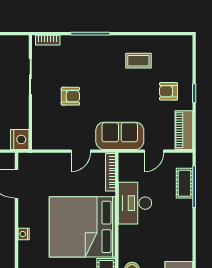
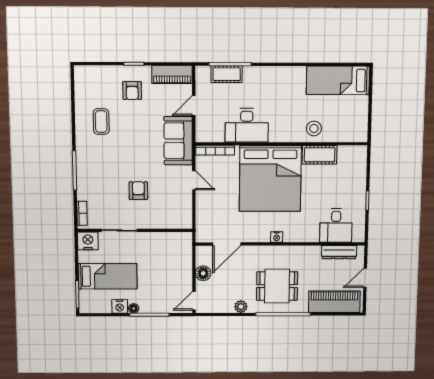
nightstand: (20, 139) -> (88, 241), moved
door: (154, 151) -> (194, 106), swing flipped

